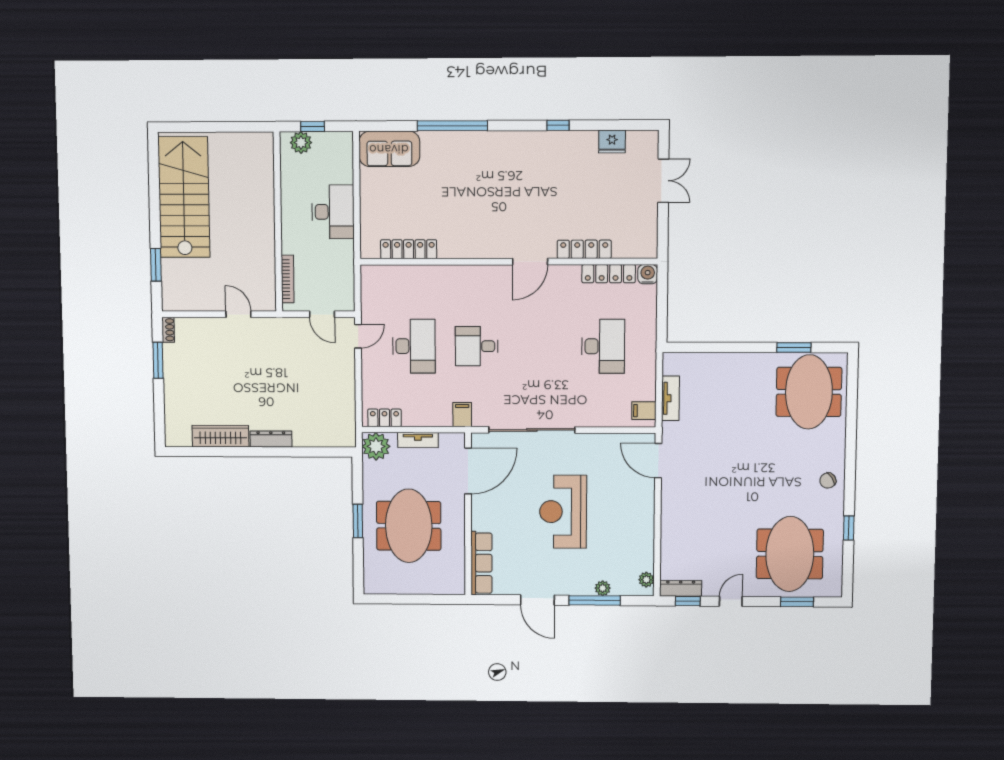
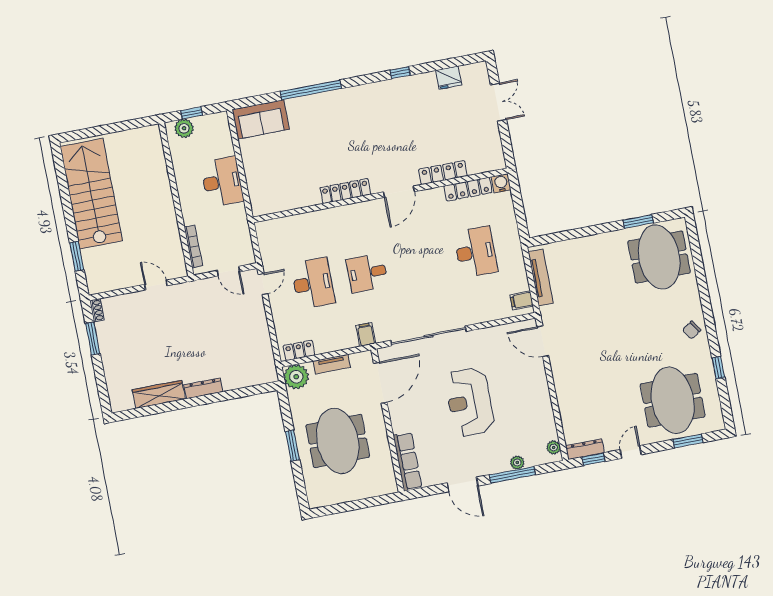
locker: (409, 249) -> (345, 191), moved
tv unit: (670, 398) -> (541, 277), width x1.41

